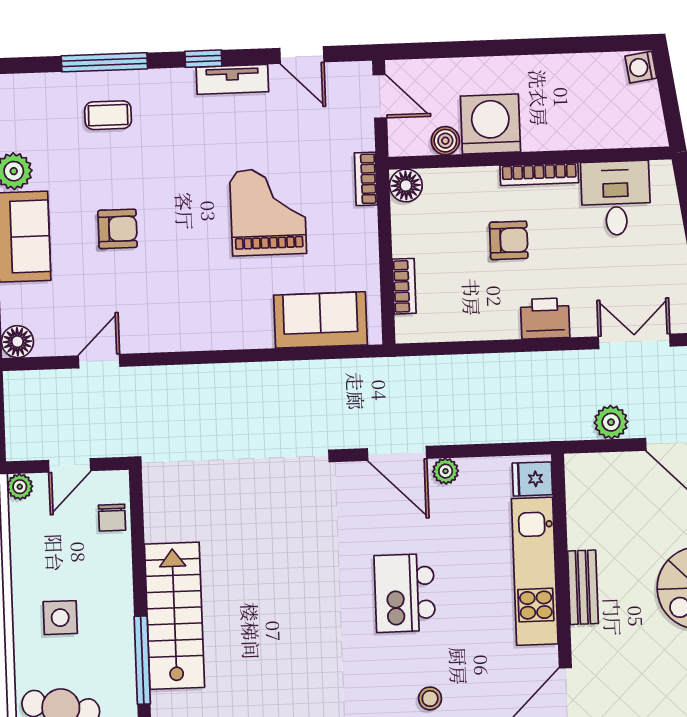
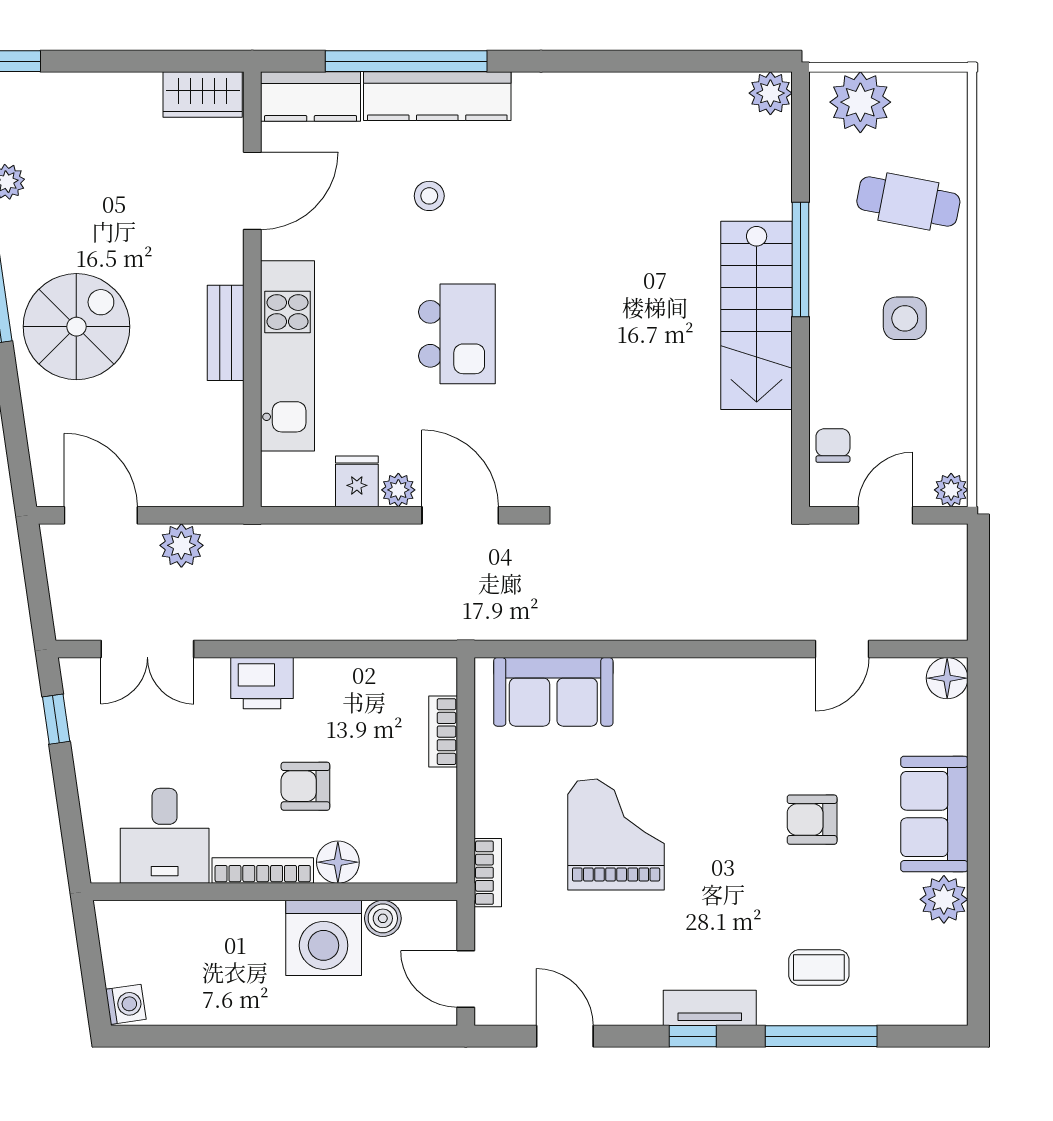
tv unit: (232, 79) -> (710, 1008), moved
floor lamp: (406, 185) -> (338, 862), moved
grand piano: (268, 212) -> (616, 834), turned 180
fridge: (532, 479) -> (357, 481), moved, turned -90

